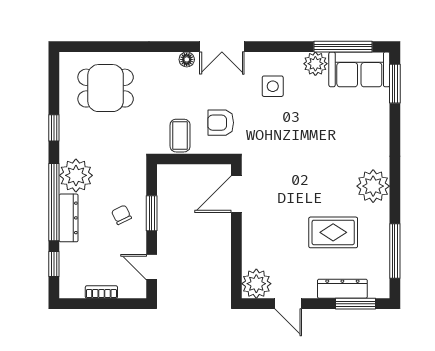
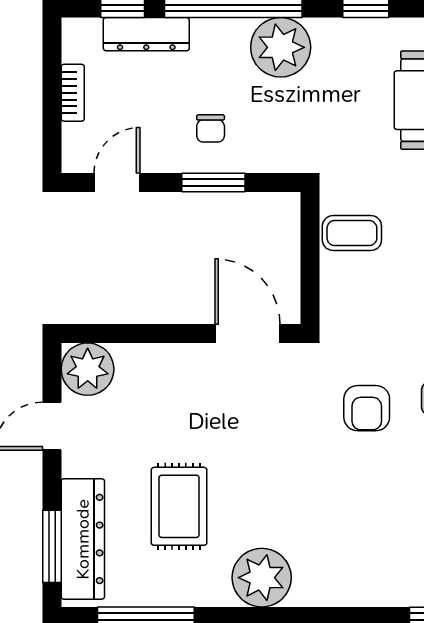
armchair: (221, 123) -> (367, 408), moved, turned 180
chair: (121, 215) -> (211, 128), turned 116
dresser: (69, 218) -> (146, 34), moved
dresser: (342, 289) -> (83, 539), width x1.37, depth x1.24

